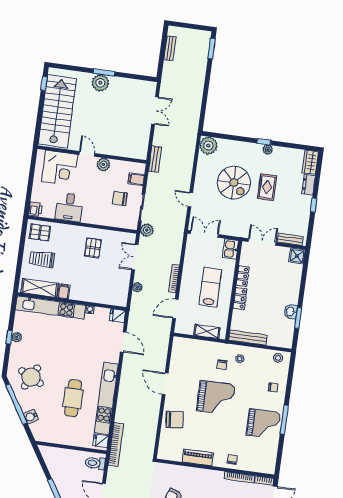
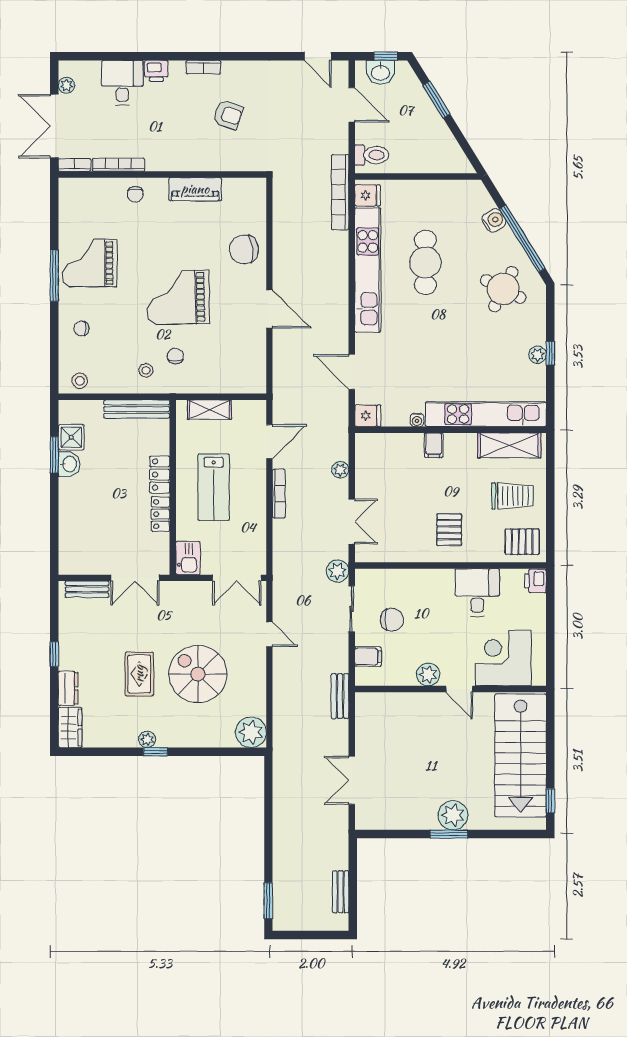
pallet: (93, 248) -> (449, 530), moved
shower: (297, 256) -> (71, 437), moved
filing cabinet: (64, 291) -> (434, 445), moved

